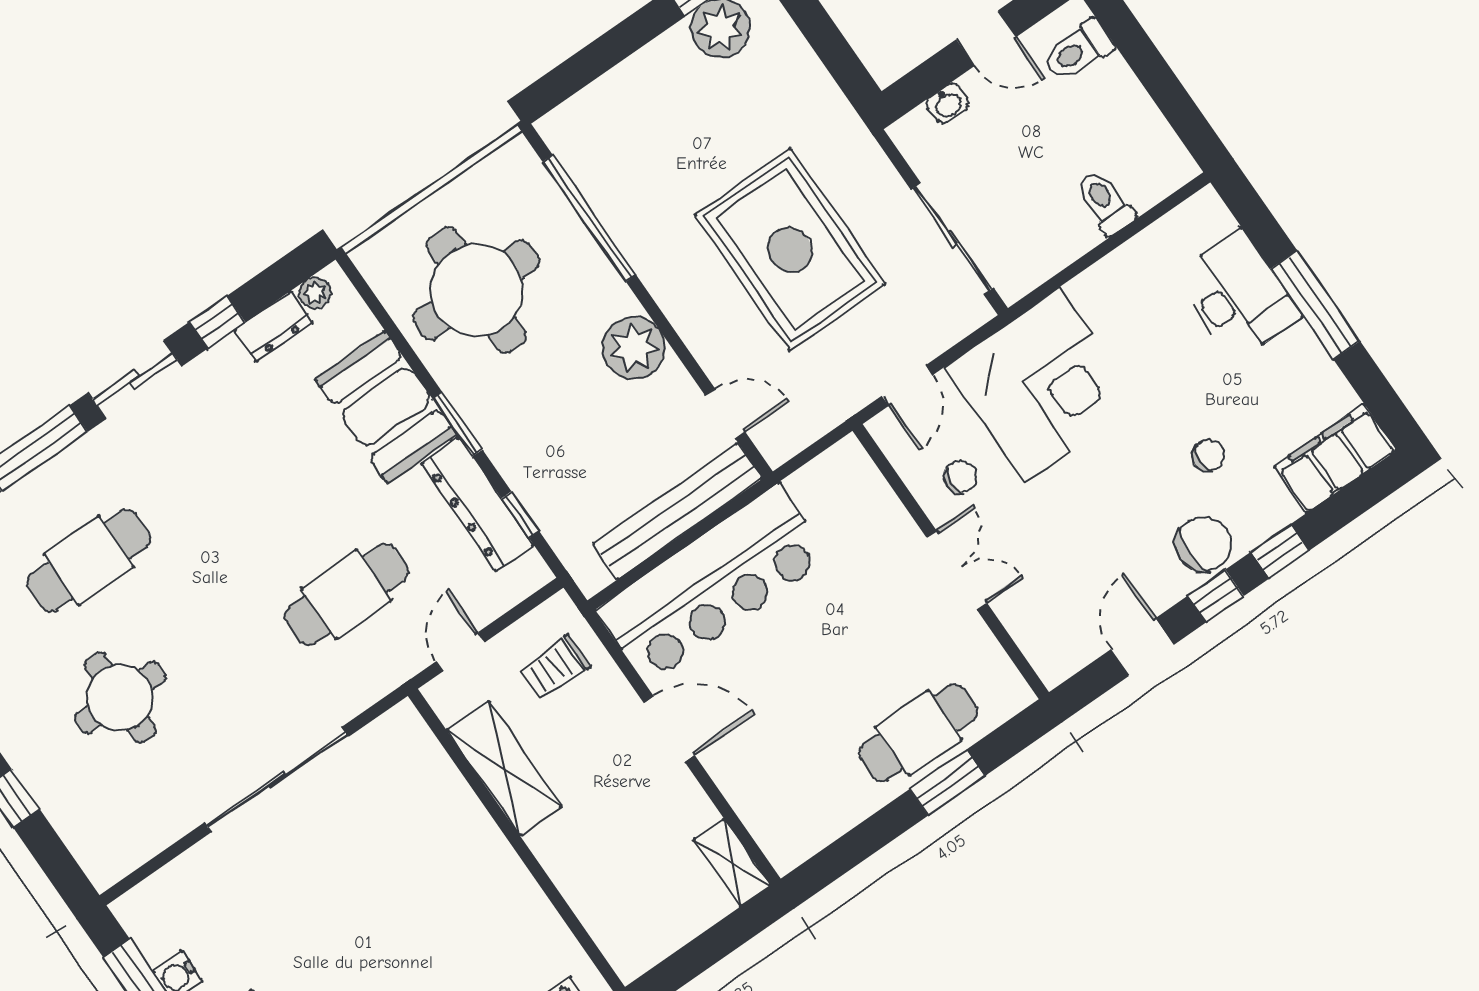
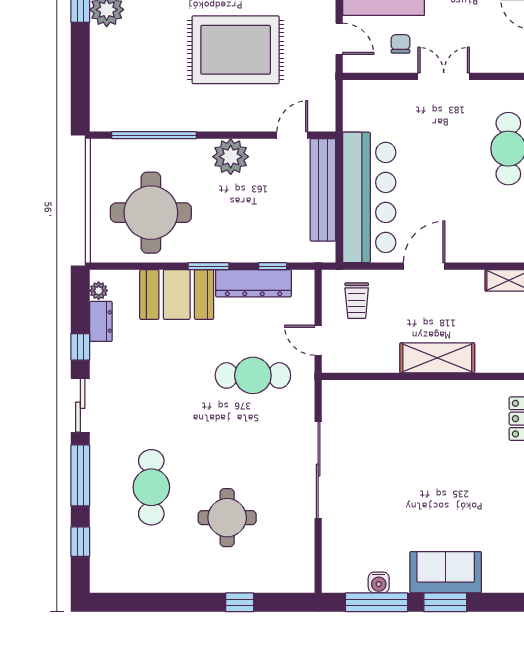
cafe table: (347, 594) -> (253, 375), turned 90
shelving: (504, 768) -> (437, 358), moved

